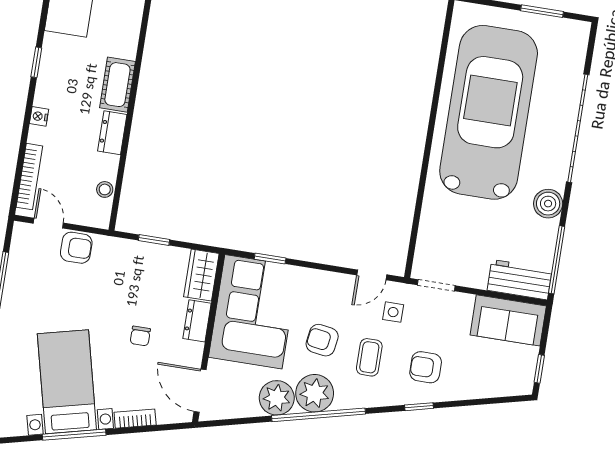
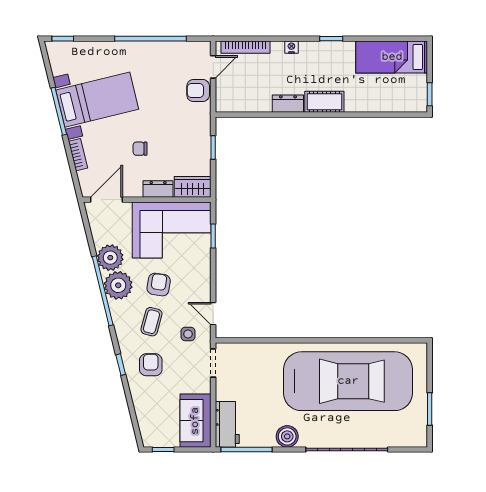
stool: (105, 189) -> (245, 105), removed
armchair: (76, 248) -> (198, 91), turned 90
coffee table: (369, 357) -> (151, 322), turned -75

